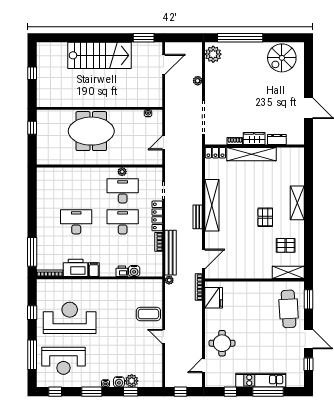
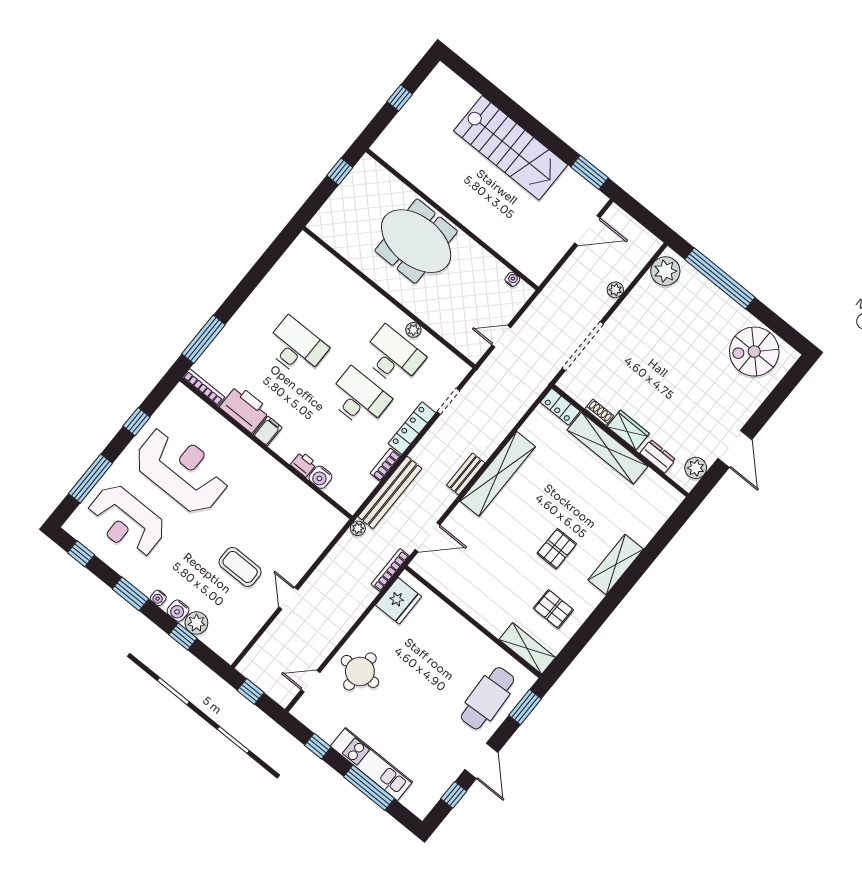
plant: (298, 131) -> (696, 468), added
coffee table: (148, 314) -> (240, 567), moved

